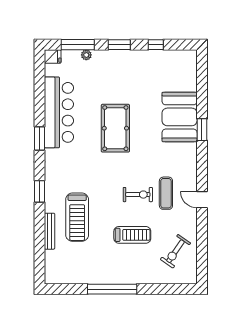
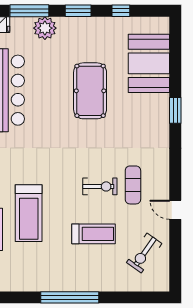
plant: (86, 55) -> (45, 28), width x1.88, depth x1.88
booth: (180, 117) -> (149, 63), moved
pool table: (115, 128) -> (90, 91), moved
door: (202, 200) -> (175, 210), moved

